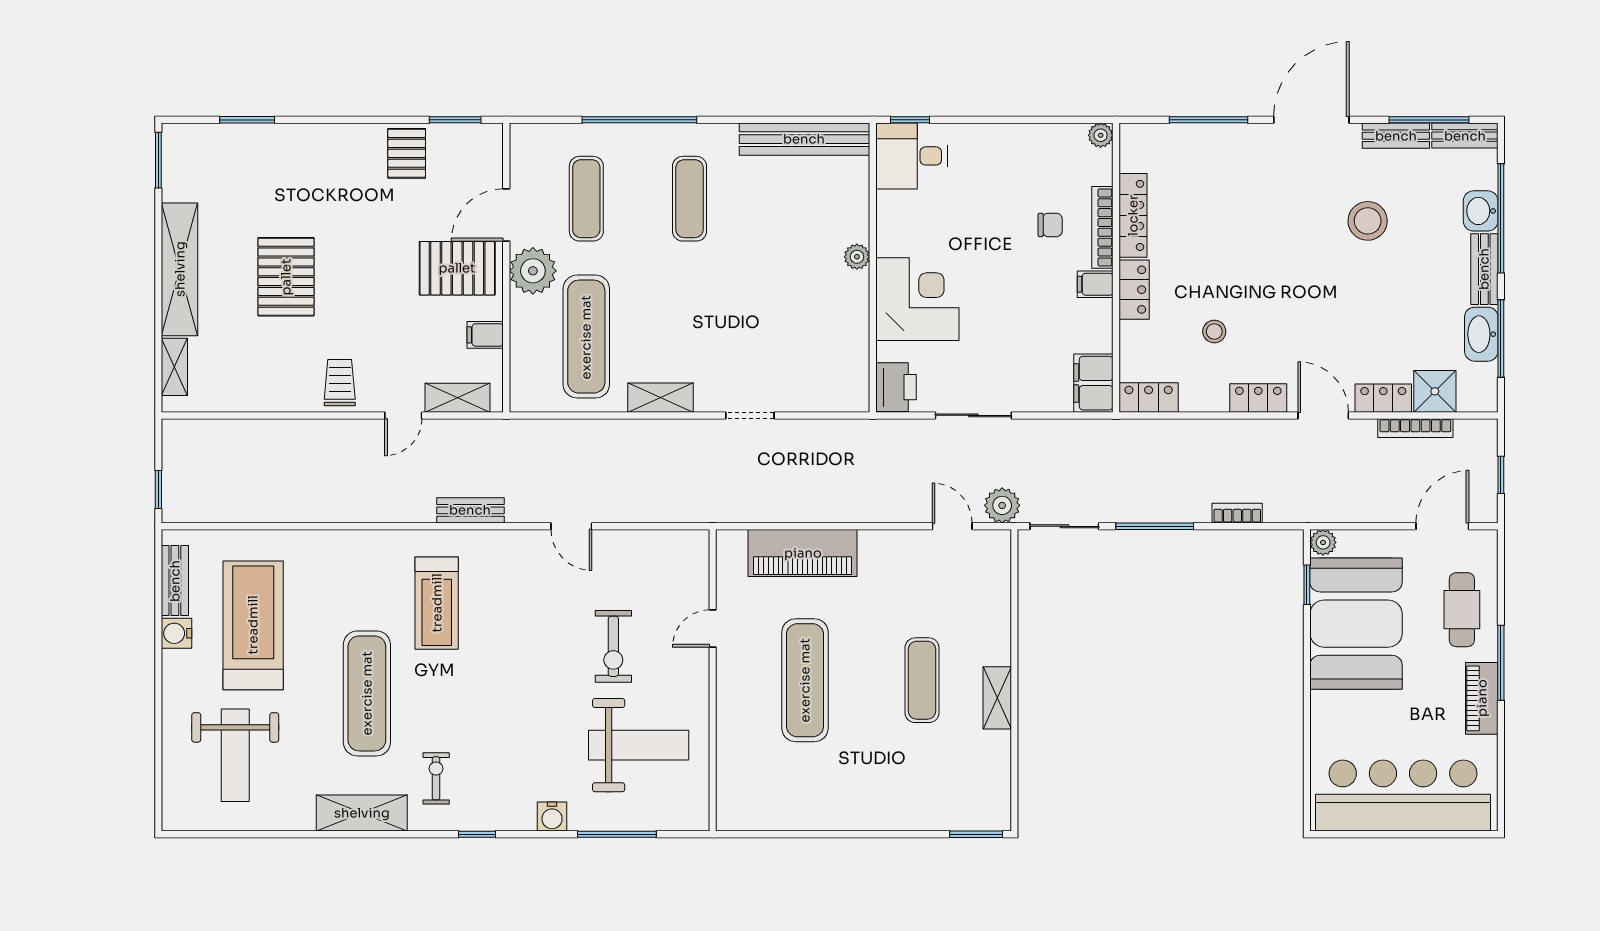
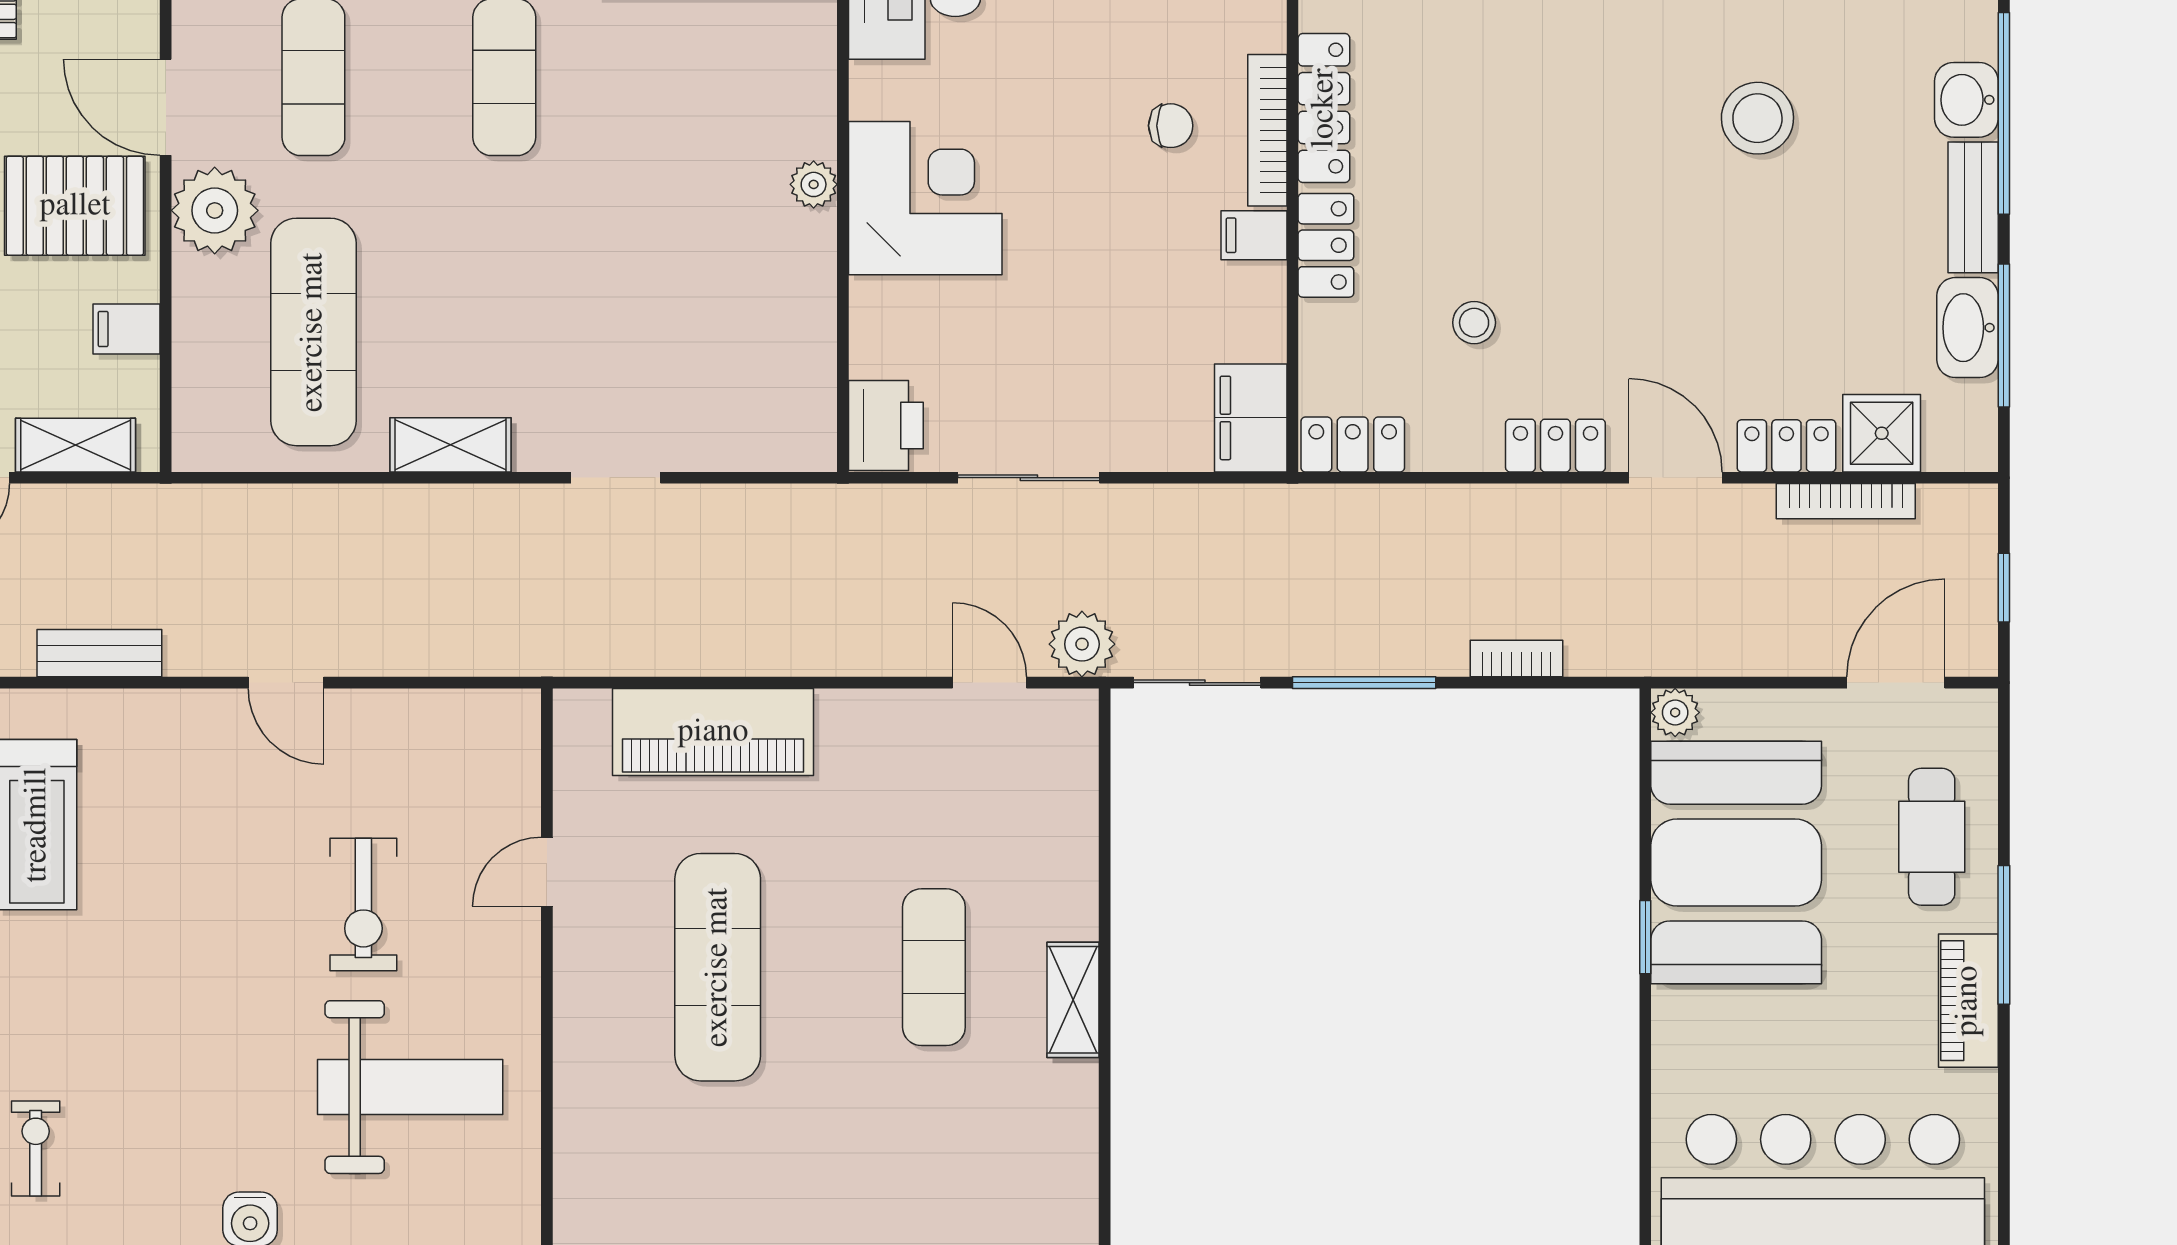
door: (506, 215) -> (166, 107), hinge flipped
corner desk: (917, 299) -> (925, 198), moved
window: (1307, 585) -> (1645, 937), moved

